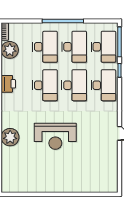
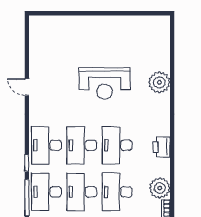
reception desk: (55, 136) -> (105, 83), turned 180

